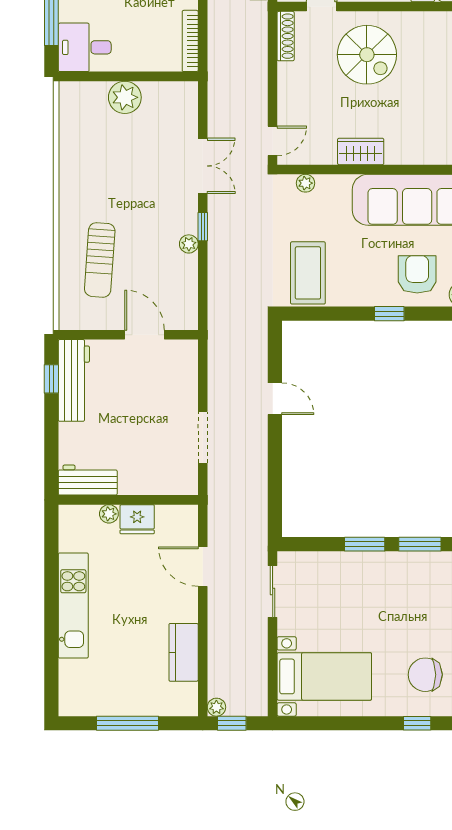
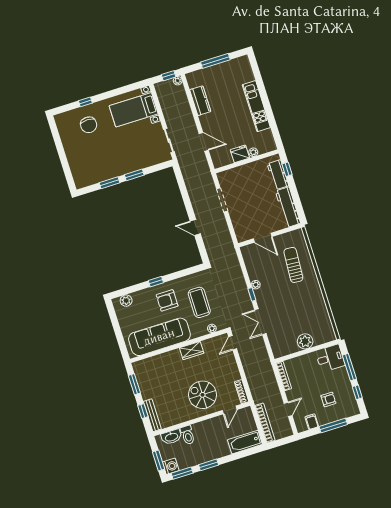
coffee table: (308, 273) -> (199, 302), moved
armchair: (417, 274) -> (167, 300), moved, turned 90
window: (51, 379) -> (287, 169), moved
workbench: (88, 480) -> (278, 175), moved, turned 90
chair: (425, 675) -> (89, 125), turned 90

